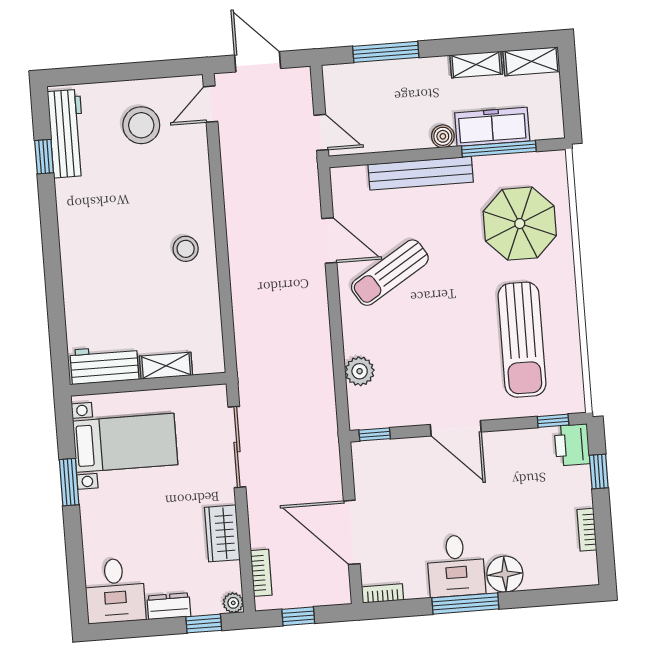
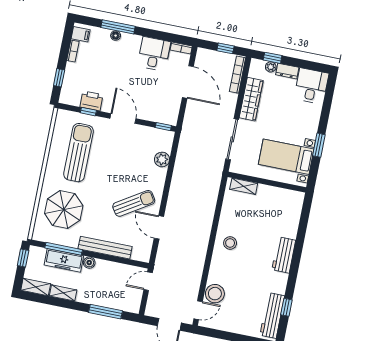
window: (571, 110) -> (23, 258), added
stool: (141, 125) -> (215, 294), moved
door: (321, 132) -> (148, 281), hinge flipped
workbench: (104, 365) -> (284, 255), moved, turned 90
shelving: (166, 366) -> (244, 186), moved
window: (553, 421) -> (88, 112), moved
printer: (572, 445) -> (91, 101), moved, turned -90
wardrobe: (222, 533) -> (251, 99), width x1.50
desk: (456, 566) -> (154, 54), moved
filing cabinet: (581, 566) -> (81, 34), added
bookcase: (261, 573) -> (238, 75), width x1.56
floor lamp: (505, 574) -> (116, 36), width x0.53, depth x0.53
plant: (233, 603) -> (271, 67), moved
window: (465, 603) -> (118, 27), moved

